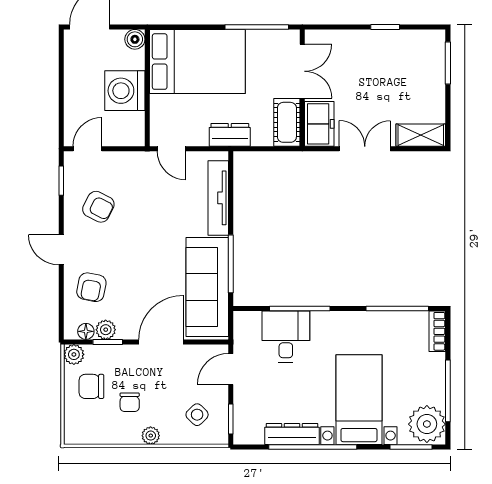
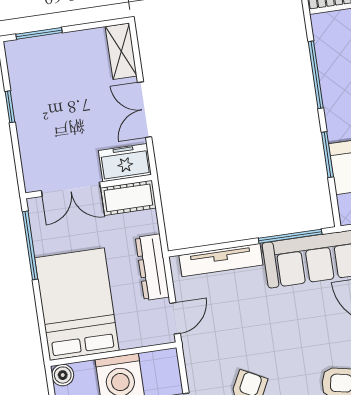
double door: (302, 71) -> (71, 189), swing flipped
dresser: (230, 135) -> (152, 267), width x1.44
window: (300, 309) -> (327, 155), width x0.69
window: (397, 309) -> (316, 75), moved

